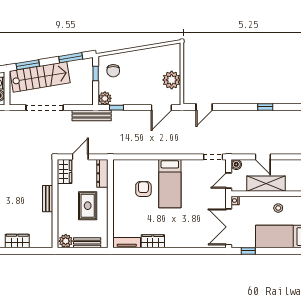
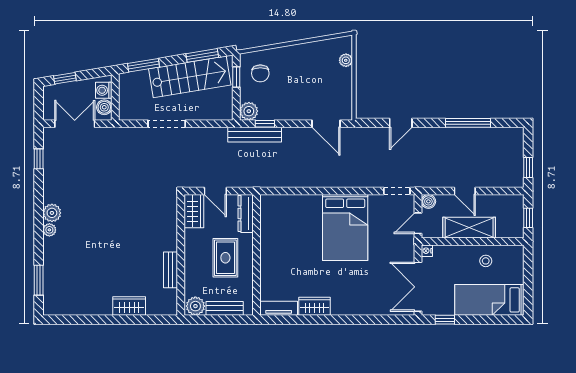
stairs: (40, 77) -> (190, 77), moved
plant: (172, 80) -> (346, 60), moved, width x0.53, depth x0.53
door: (204, 107) -> (401, 123), moved
window: (265, 107) -> (468, 123), width x2.17
doorway: (45, 108) -> (167, 124), width x0.73
door: (161, 108) -> (326, 124), hinge flipped
bench: (92, 115) -> (255, 135), moved
door: (80, 157) -> (215, 191), swing flipped
bed: (170, 184) -> (345, 228), width x1.50
armchair: (143, 189) -> (302, 235), removed
bench: (48, 199) -> (171, 270), moved

